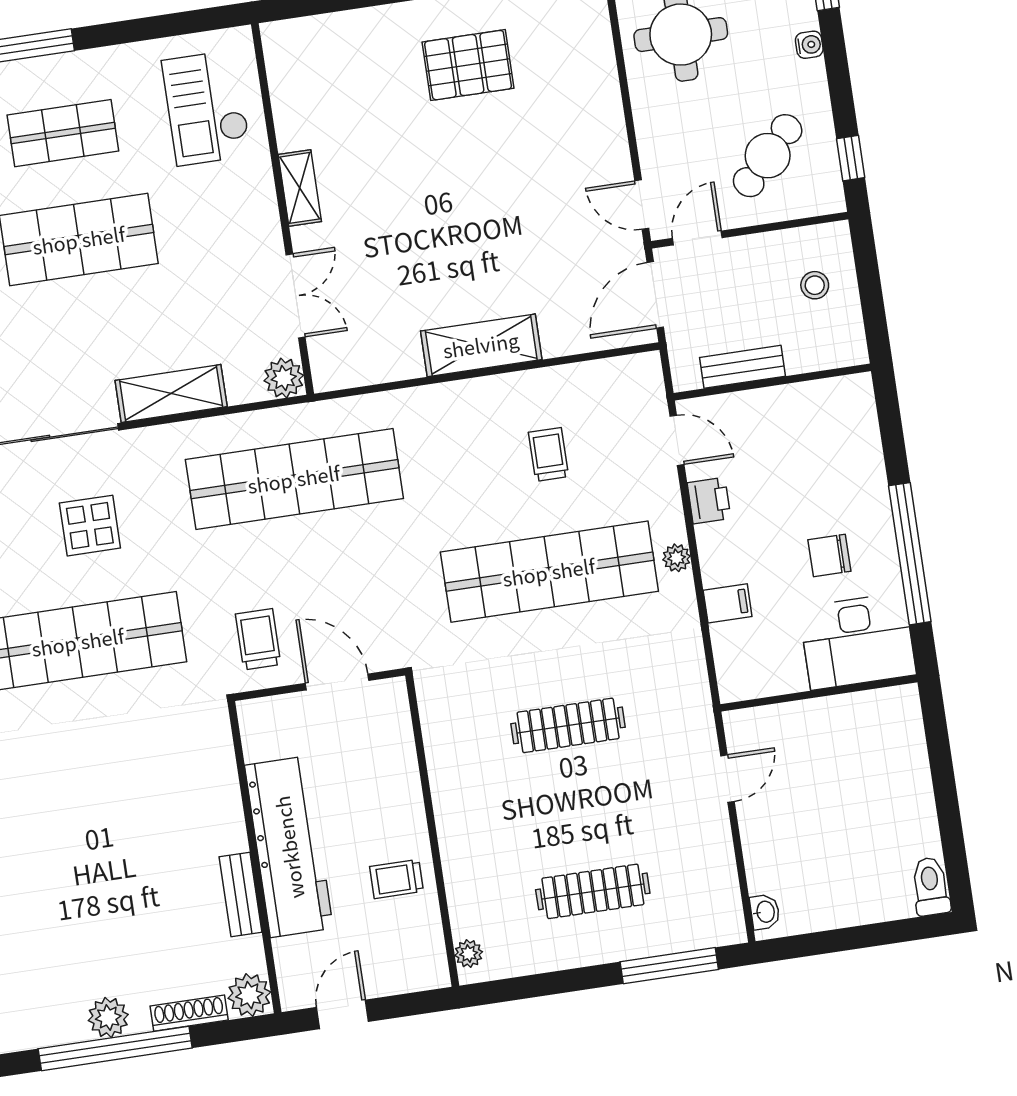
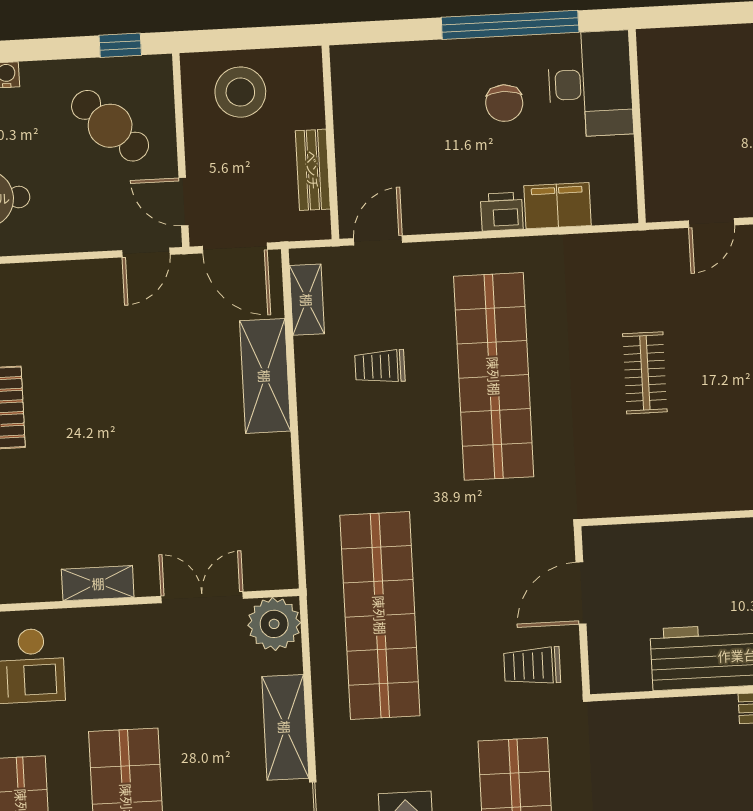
stool: (815, 285) -> (240, 92), width x1.89, depth x1.89
shelving: (481, 345) -> (265, 376), moved
shelving: (609, 373) -> (307, 300), added
plant: (284, 378) -> (274, 624), width x1.36, depth x1.36
printer: (709, 501) -> (502, 212), moved
plant: (677, 558) -> (492, 252), removed
filing cabinet: (728, 603) -> (557, 206), width x2.00
clothes rail: (568, 725) -> (645, 373), width x0.73
door: (727, 779) -> (711, 223), swing flipped

